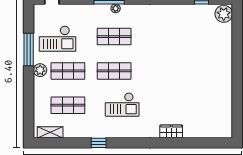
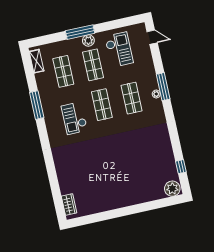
checkout: (58, 39) -> (119, 50), turned 180
window: (29, 49) -> (80, 32), moved
wardrobe: (171, 131) -> (69, 204), moved
window: (99, 143) -> (37, 105), width x2.17

